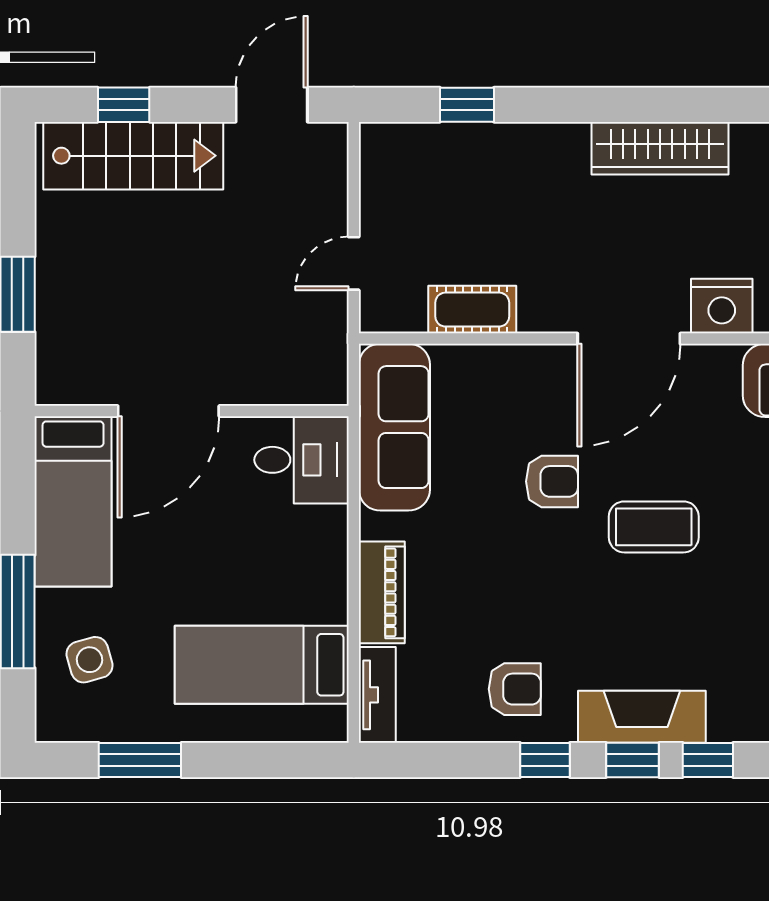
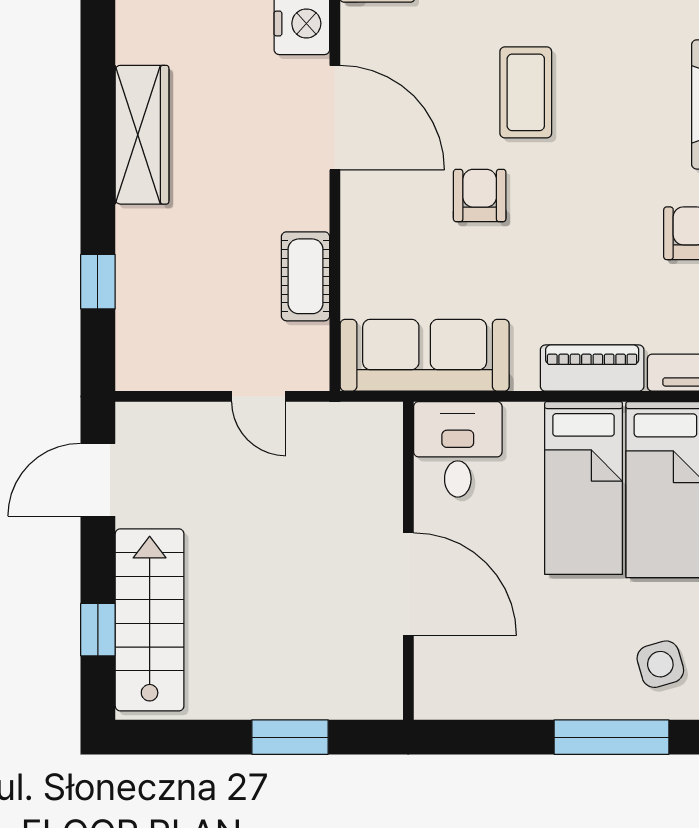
door: (272, 105) -> (98, 480), hinge flipped
wardrobe: (660, 148) -> (142, 135), moved
bed: (73, 501) -> (584, 488), moved, turned 90

